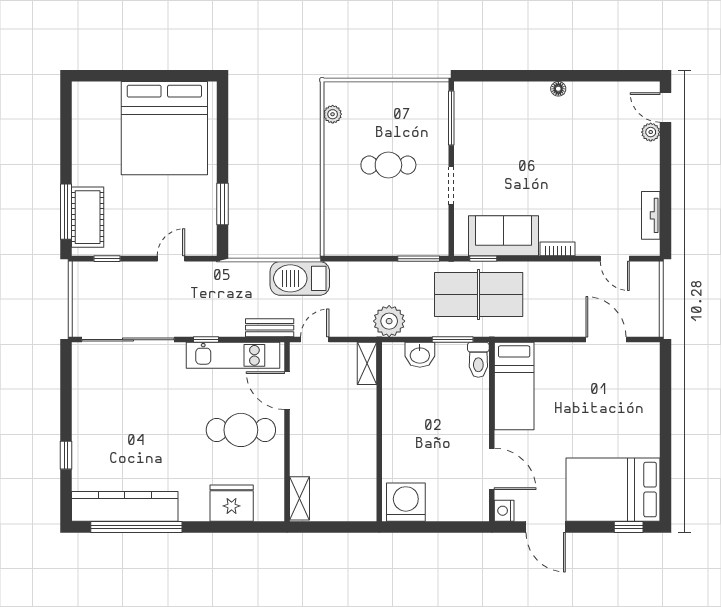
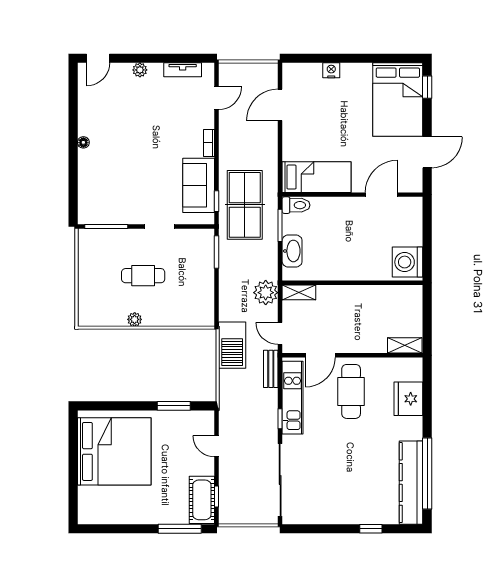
plant: (333, 114) -> (135, 319), moved
plant: (651, 132) -> (140, 70), moved
cafe table: (388, 165) -> (143, 276), turned 90
cot: (88, 217) -> (202, 500), moved, turned 90
plant: (389, 321) -> (266, 293), moved
washbasin: (420, 355) -> (292, 251), width x1.38
nightstand: (504, 511) -> (331, 70), moved, turned 180

